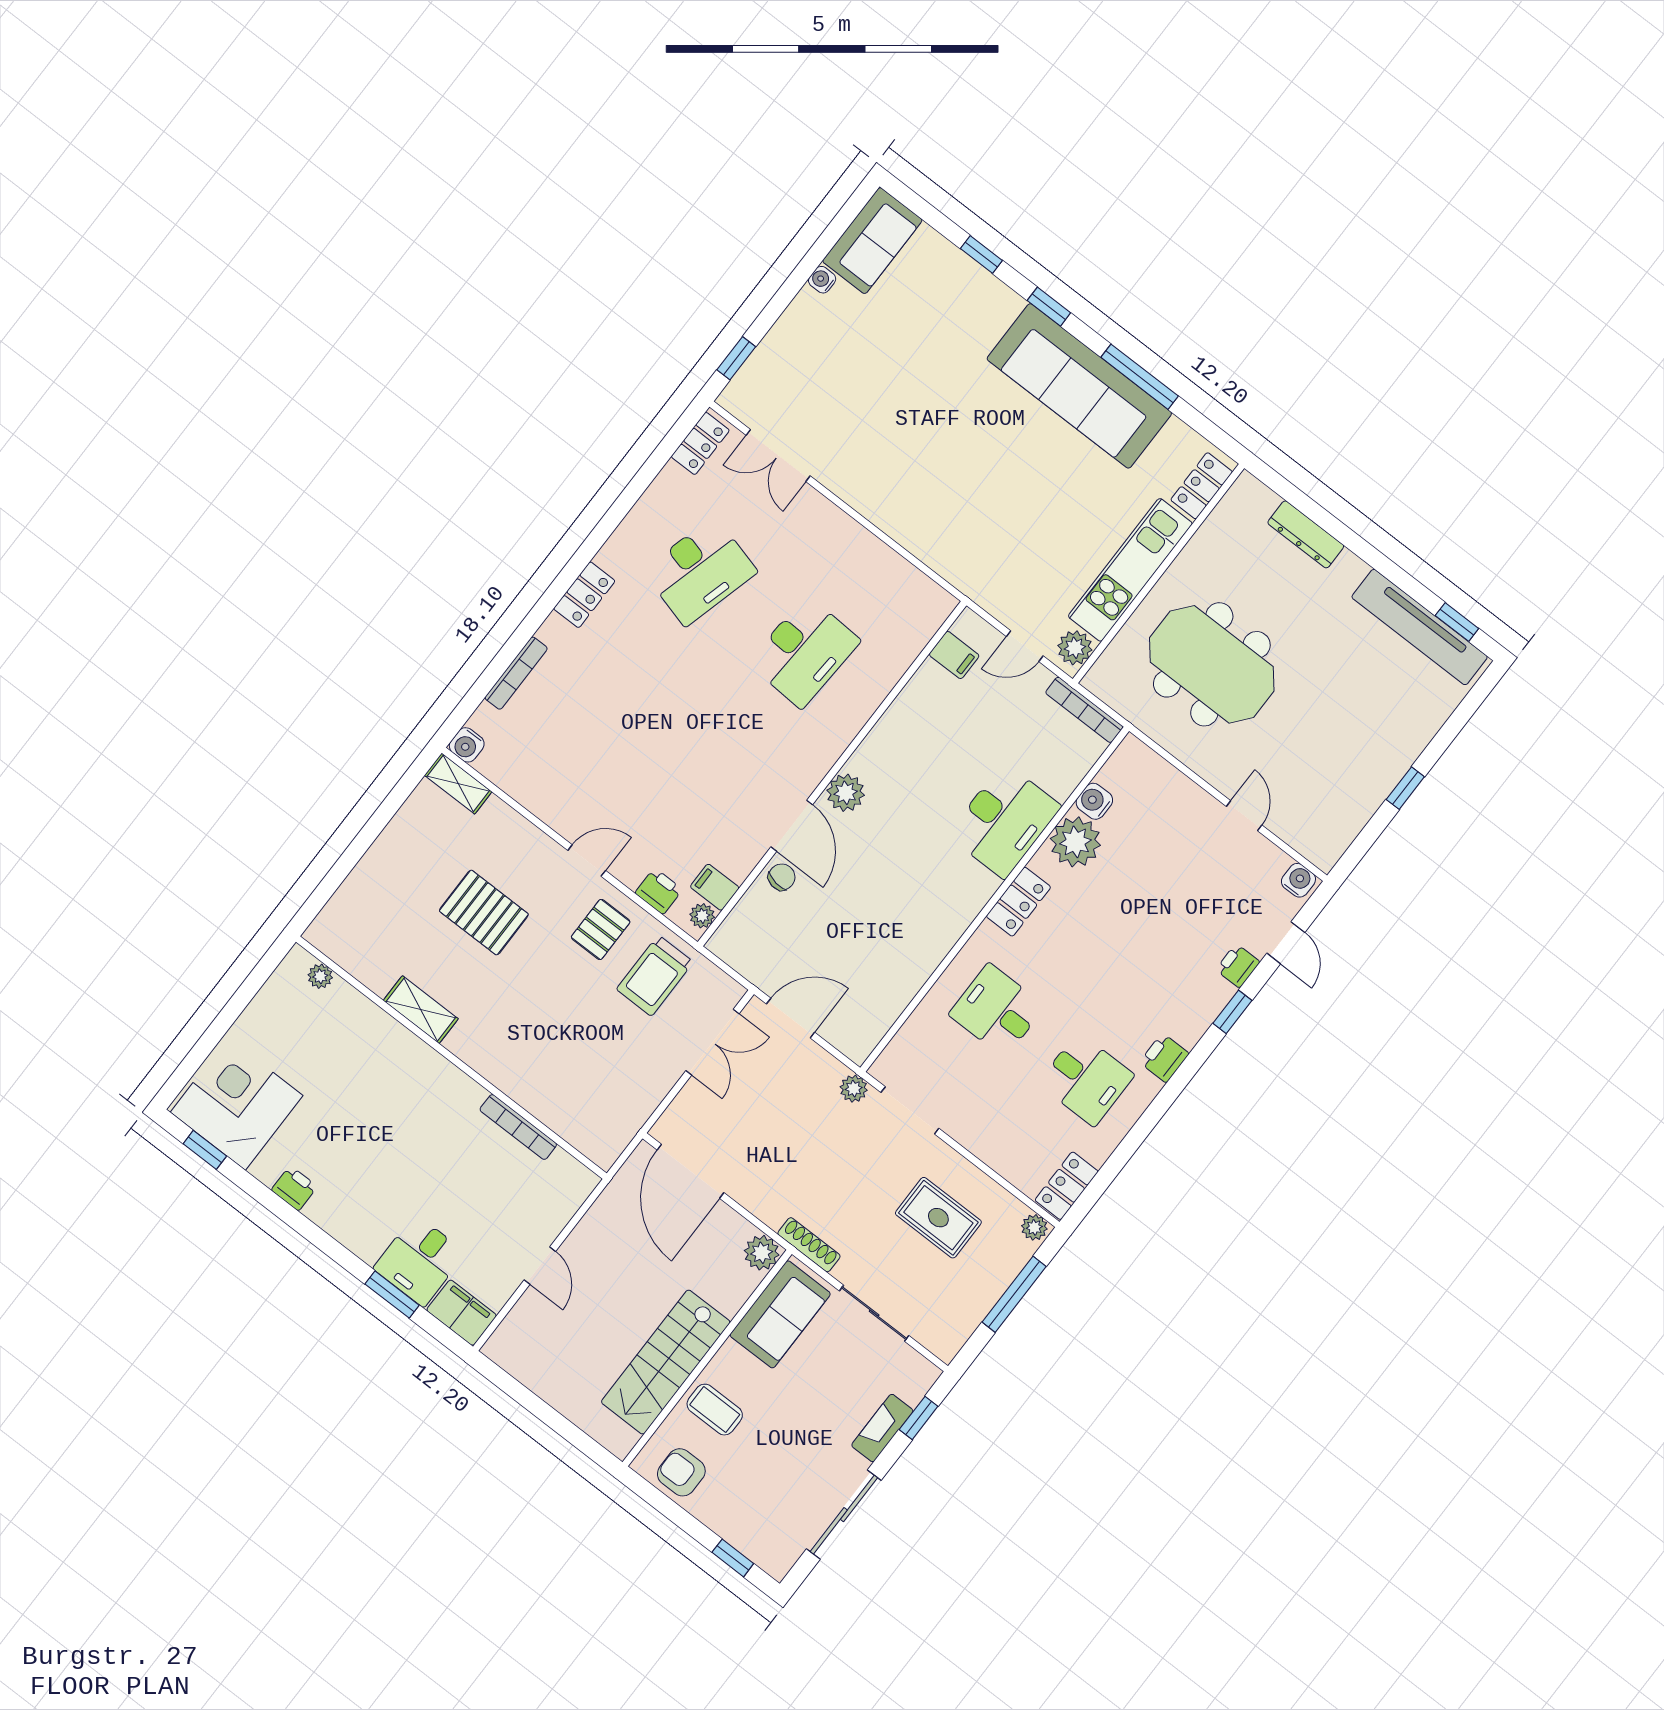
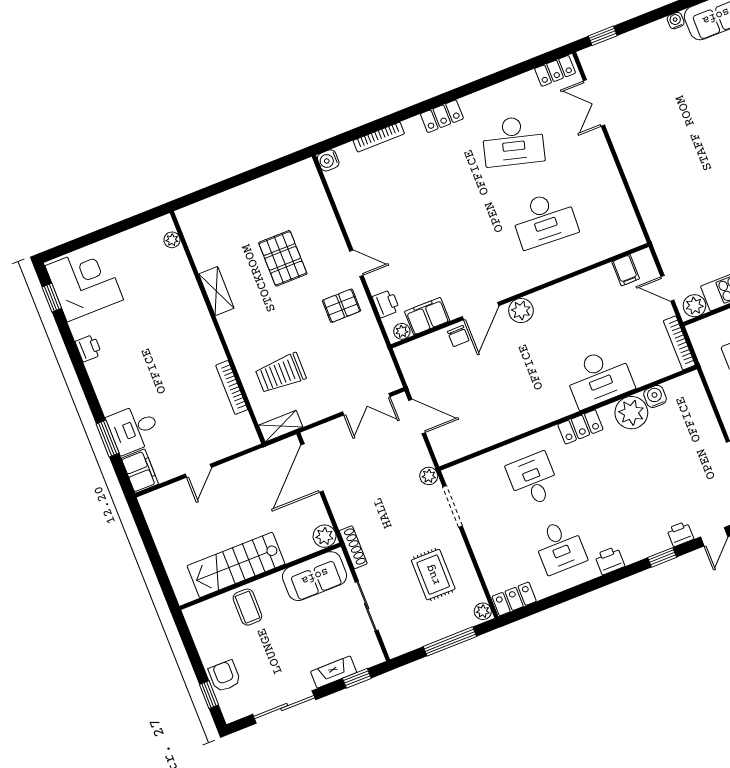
shelving: (458, 784) -> (281, 426), moved, turned 90
chair: (782, 877) -> (458, 336), turned 81
filing cabinet: (715, 887) -> (427, 316), width x2.00
trolley: (655, 976) -> (281, 373), moved
armchair: (681, 1472) -> (225, 676), moved

